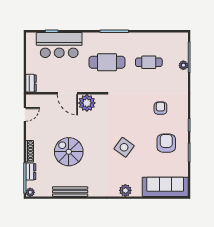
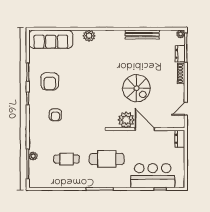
side table: (124, 147) -> (90, 77), removed
spiral stairs: (69, 152) -> (136, 88), moved

